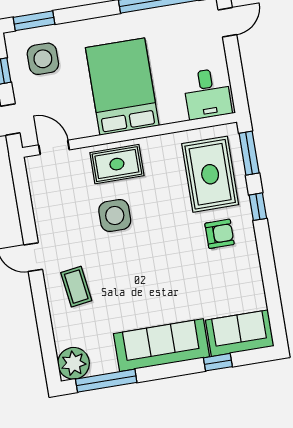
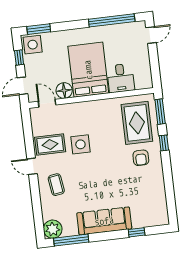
side table: (43, 59) -> (33, 45), moved
desk: (207, 94) -> (121, 78), moved
floor lamp: (82, 124) -> (64, 91), added
rug: (117, 164) -> (50, 144), moved
armchair: (219, 234) -> (141, 158), turned 90
sofa: (240, 333) -> (150, 216), removed

